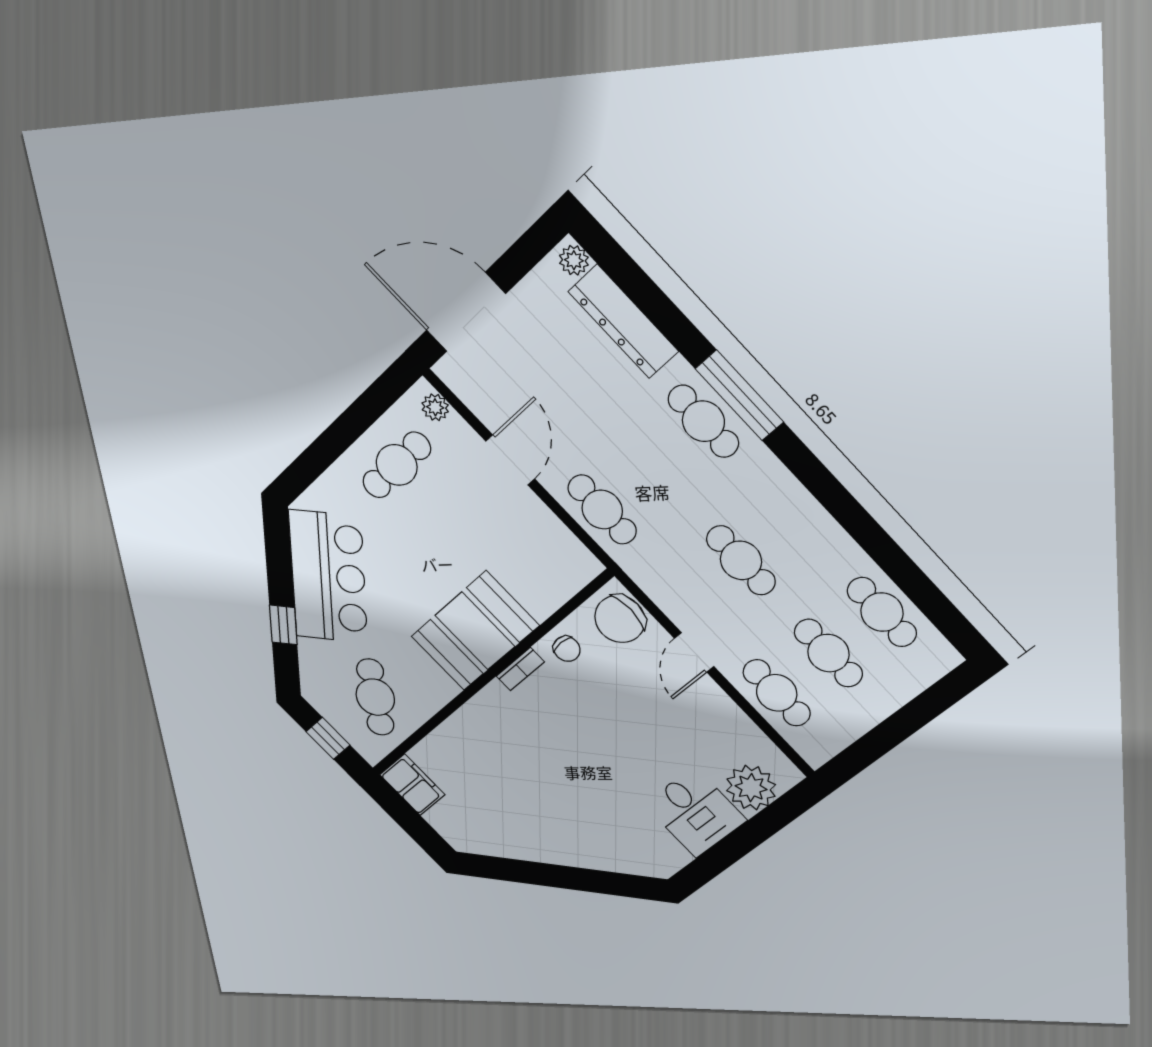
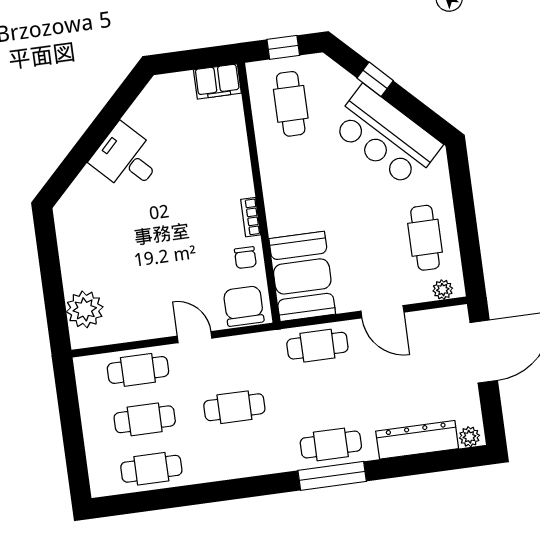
booth: (475, 631) -> (302, 276), moved
chair: (567, 649) -> (245, 258), turned -90
cafe table: (375, 697) -> (291, 104), turned 53
desk: (695, 812) -> (126, 159), moved, turned 45

